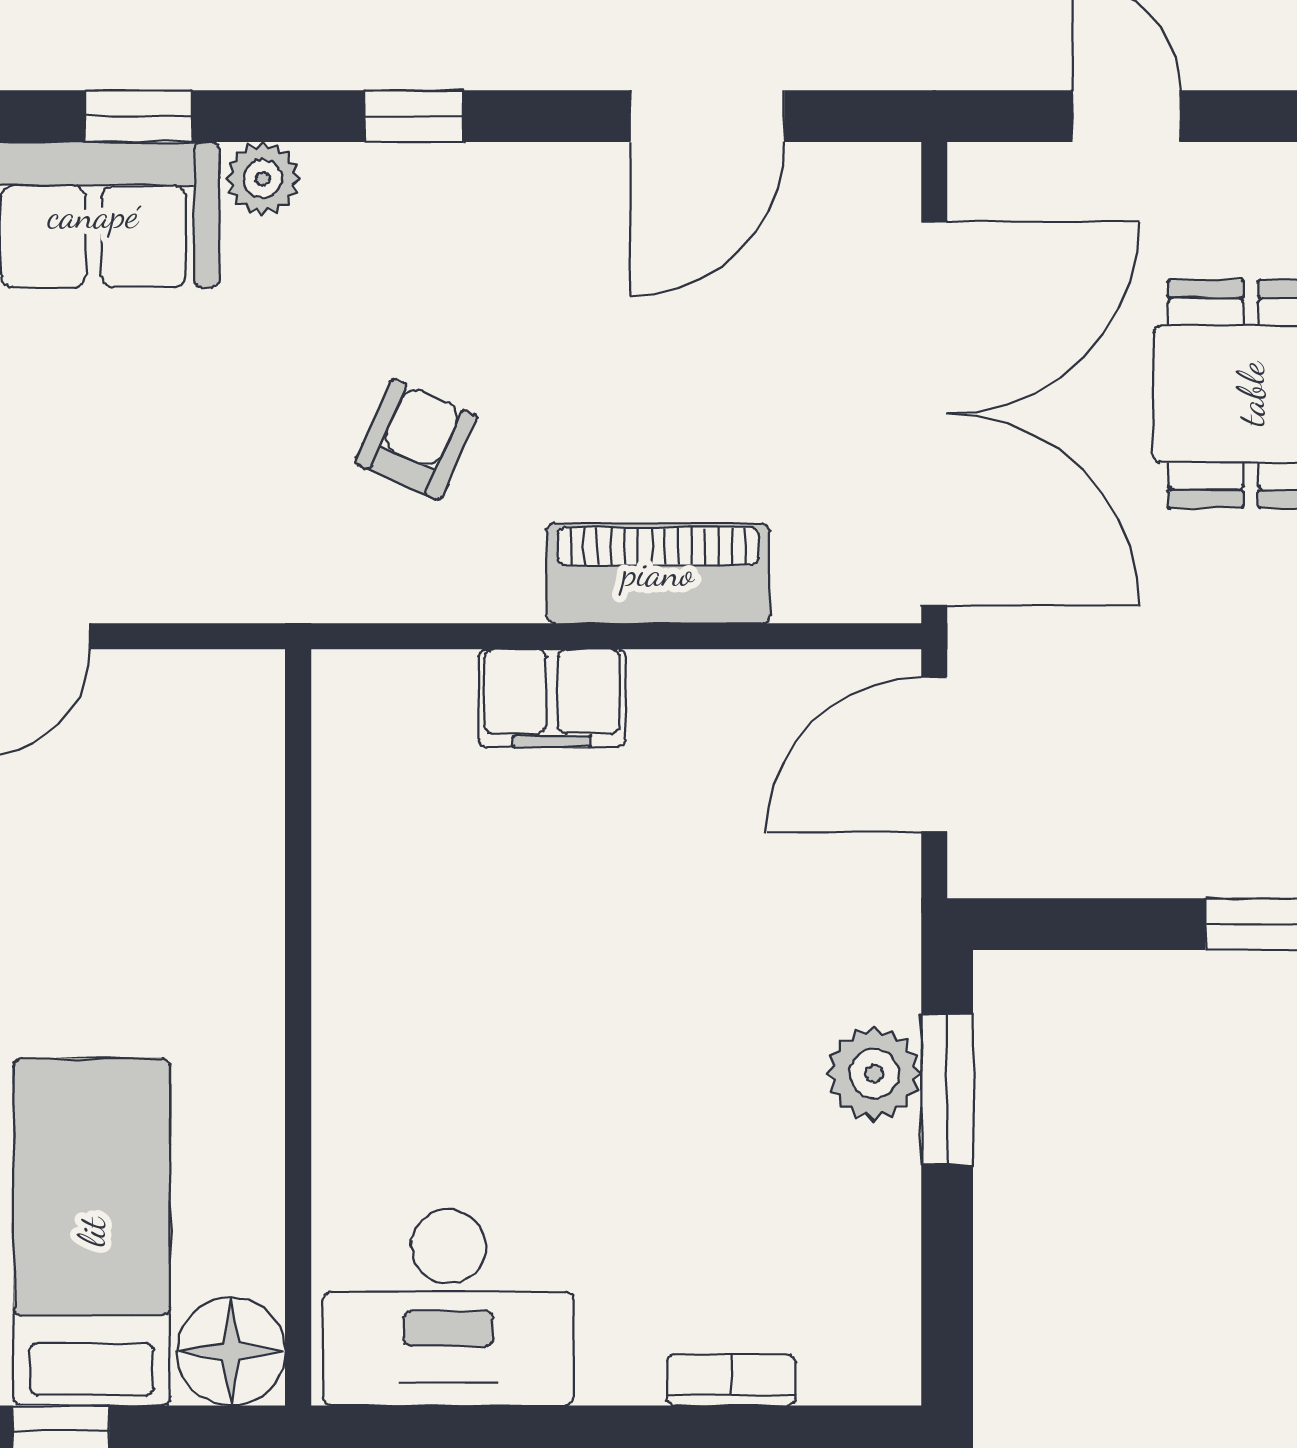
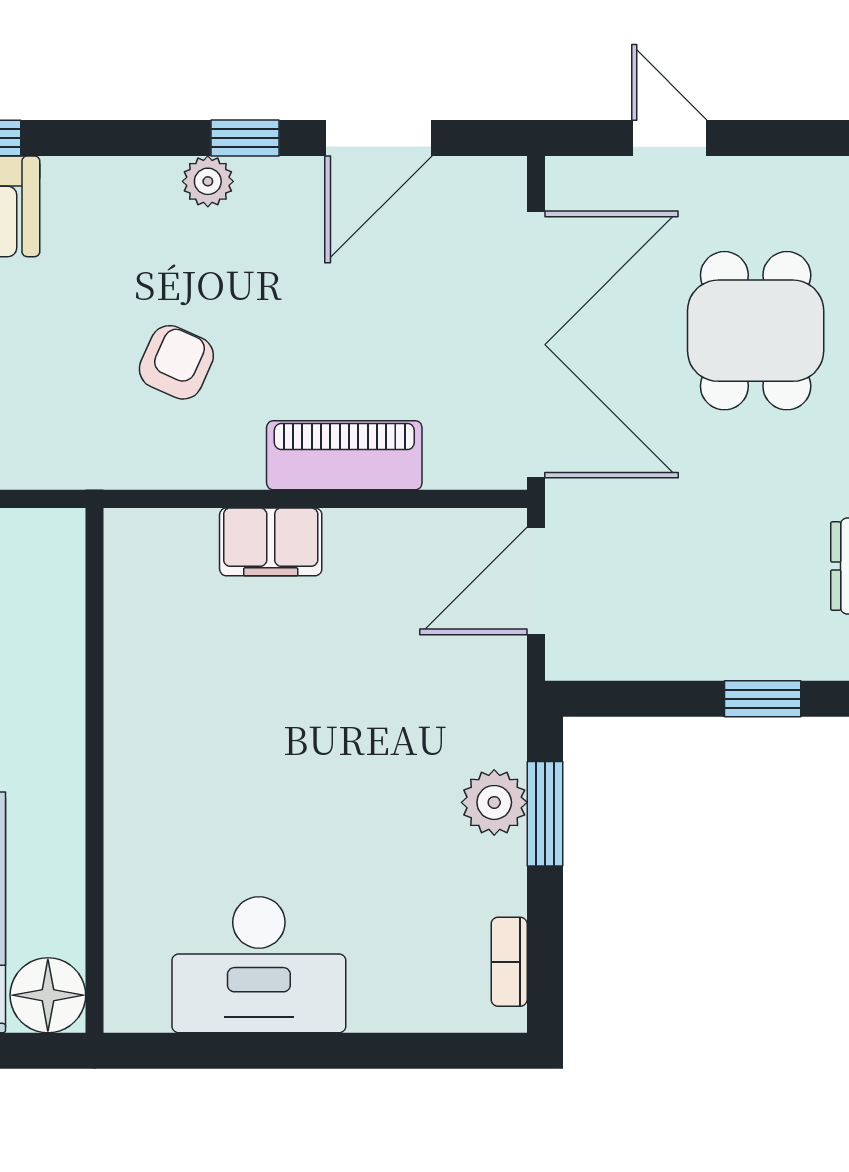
window: (414, 116) -> (245, 138), moved
plant: (263, 179) -> (208, 181), moved
desk: (449, 1307) -> (259, 965), moved
bookcase: (731, 1380) -> (509, 962), moved, turned -90

